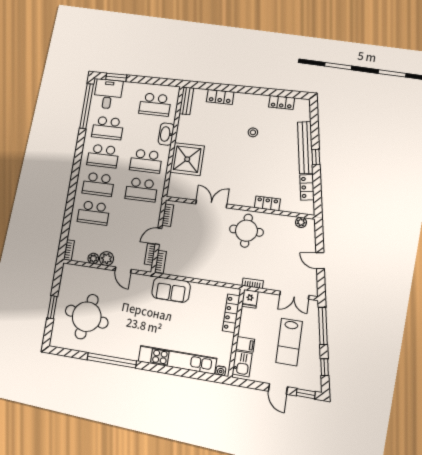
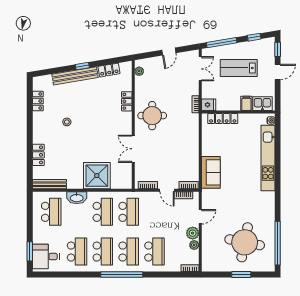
bench: (186, 101) -> (49, 184), width x1.36
window: (87, 106) -> (122, 275), moved
lab bench: (289, 342) -> (239, 68), turned 180
window: (112, 360) -> (278, 243), moved

